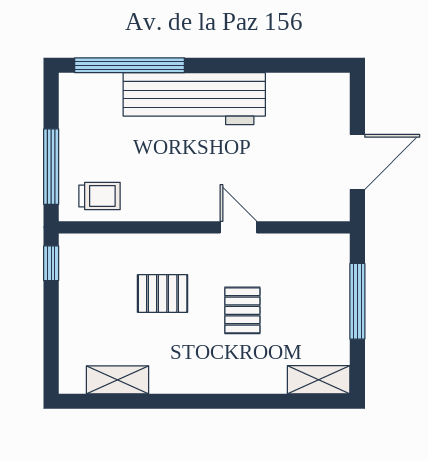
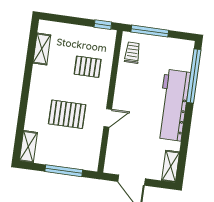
shelving: (318, 87) -> (171, 166), added
trolley: (100, 196) -> (132, 53), turned 180
pallet: (163, 293) -> (88, 67), moved, turned 90
pallet: (242, 310) -> (67, 114), width x1.50, depth x1.42

